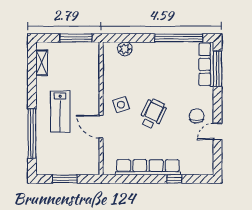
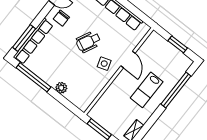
plant: (125, 49) -> (61, 88), moved
row of seats: (206, 64) -> (33, 41), width x1.36
lab bench: (60, 112) -> (147, 90), turned 180

